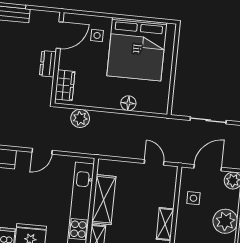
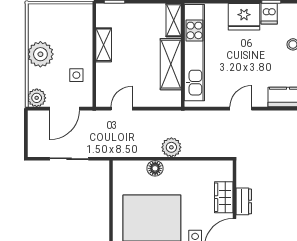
wardrobe: (65, 85) -> (224, 197), moved
plant: (80, 118) -> (171, 147), moved
door: (154, 162) -> (122, 109), swing flipped

